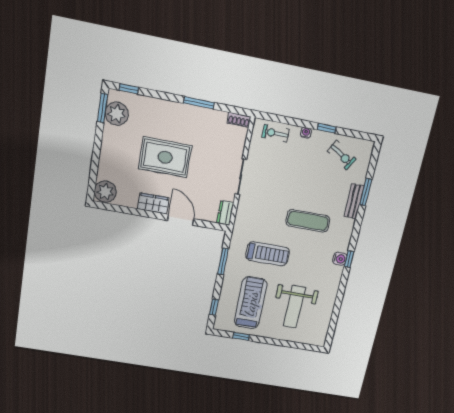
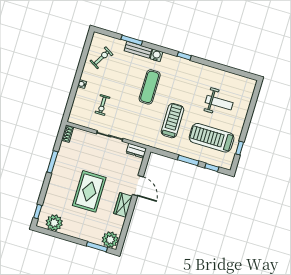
window: (103, 108) -> (97, 247), moved
window: (327, 128) -> (80, 68), removed
exercise bike: (276, 133) -> (102, 105), moved
door: (181, 220) -> (138, 186), swing flipped
water cooler: (340, 259) -> (156, 55), moved
window: (223, 261) -> (188, 160), moved
weight bench: (294, 307) -> (219, 103), width x0.73, depth x0.75

